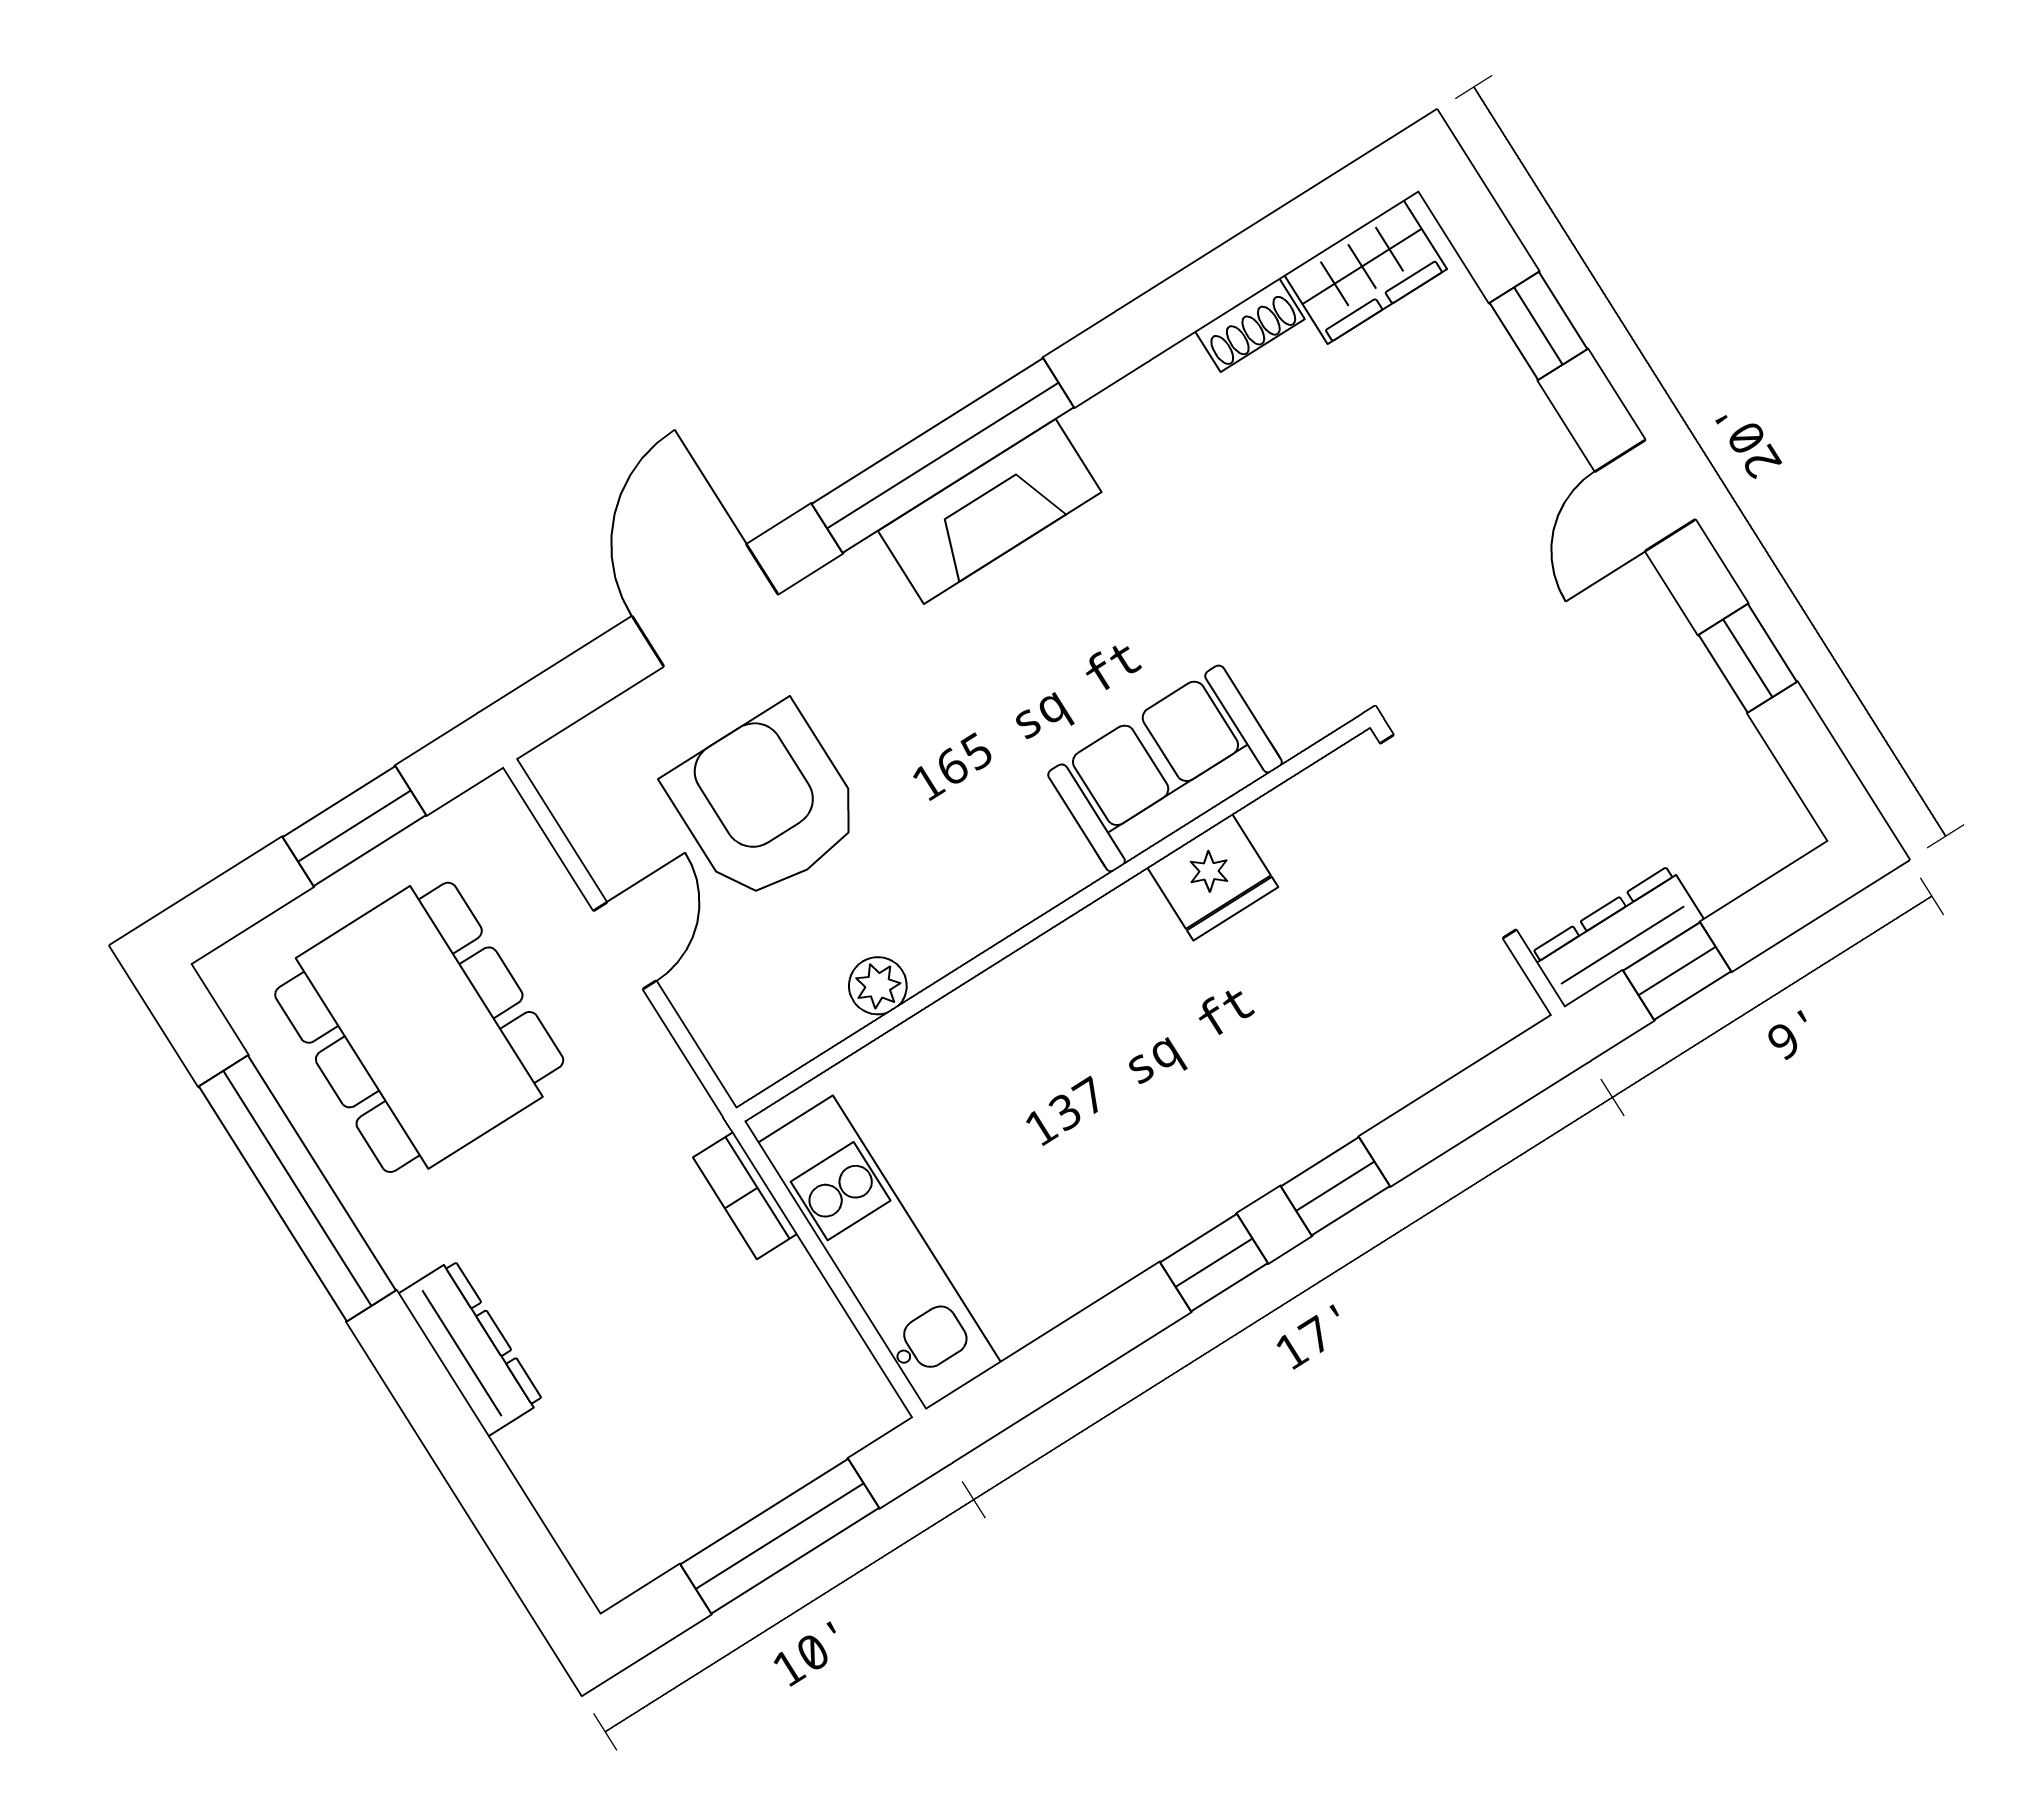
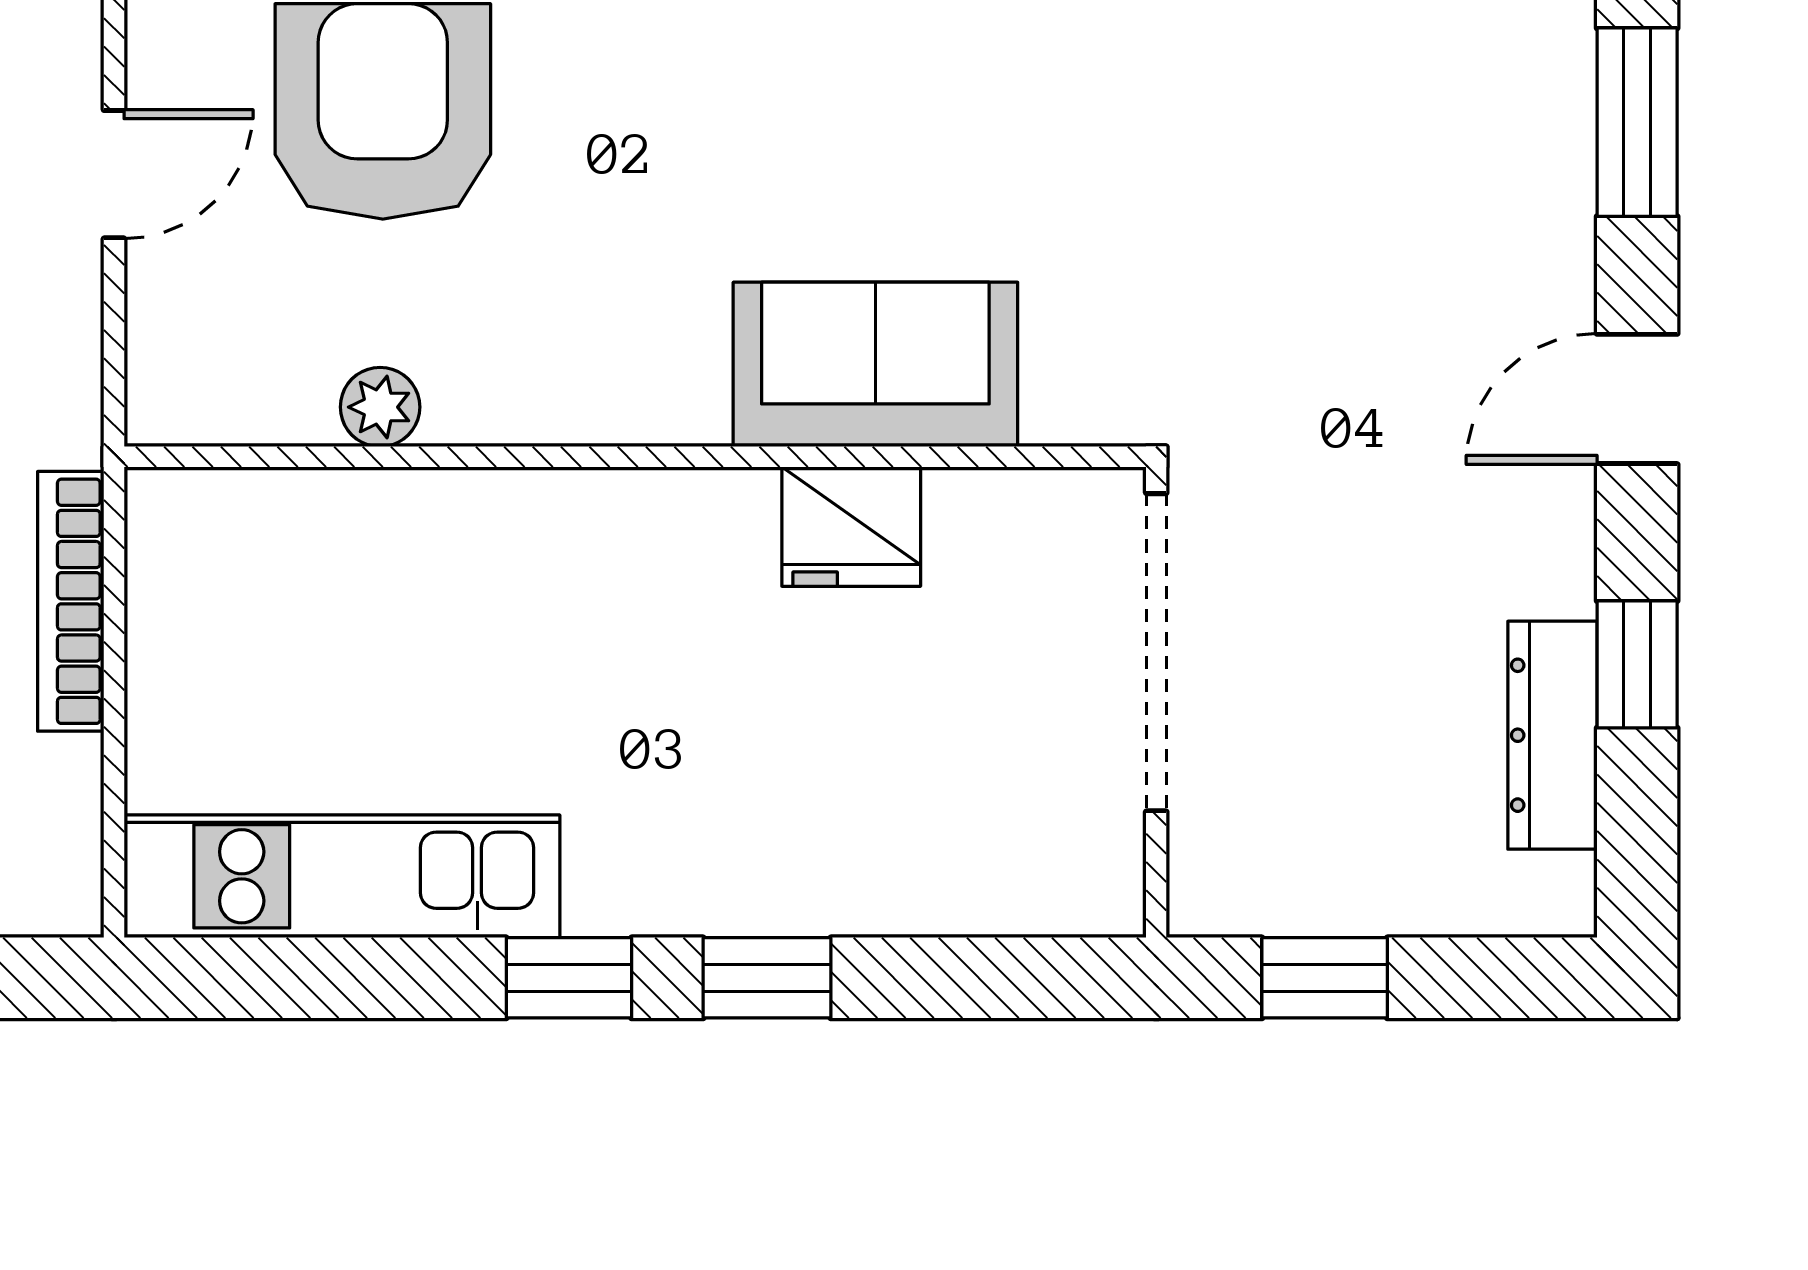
window: (1538, 326) -> (1637, 122), width x1.50
dresser: (1617, 936) -> (1552, 735), moved, turned -90
bookcase: (745, 1196) -> (71, 601), width x1.56
kitchen unit: (879, 1253) -> (342, 876), moved, turned -90

